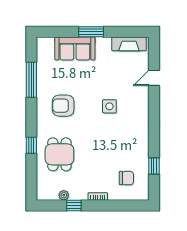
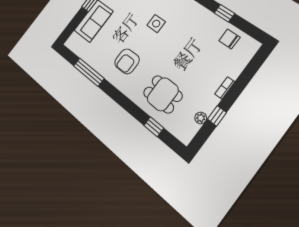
window: (31, 145) -> (154, 127), moved
window: (154, 166) -> (224, 13), moved
chair: (126, 178) -> (229, 39), moved, turned -90

